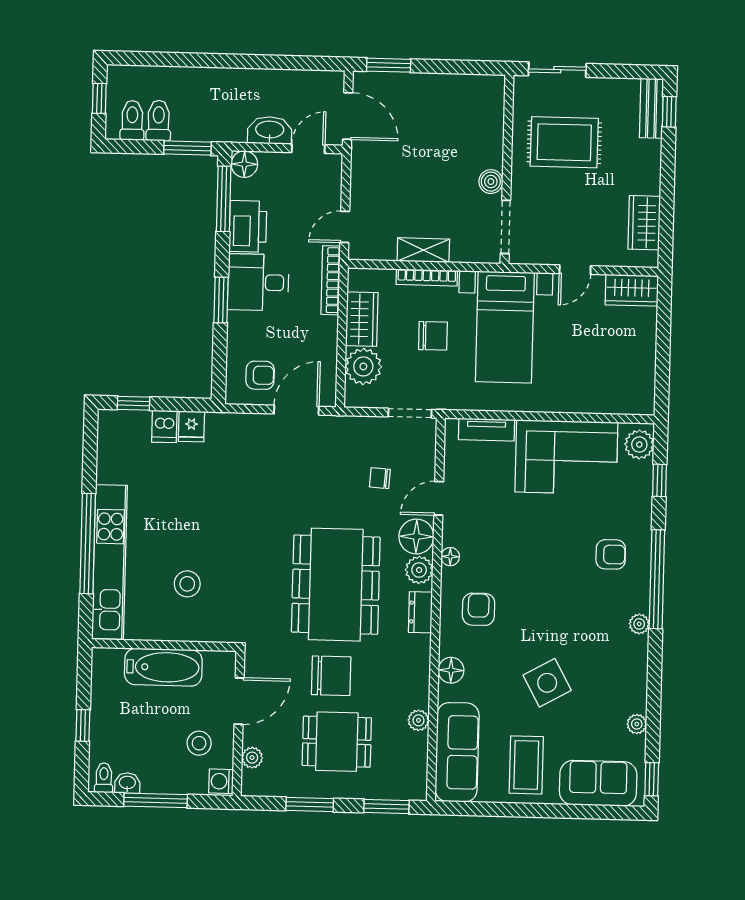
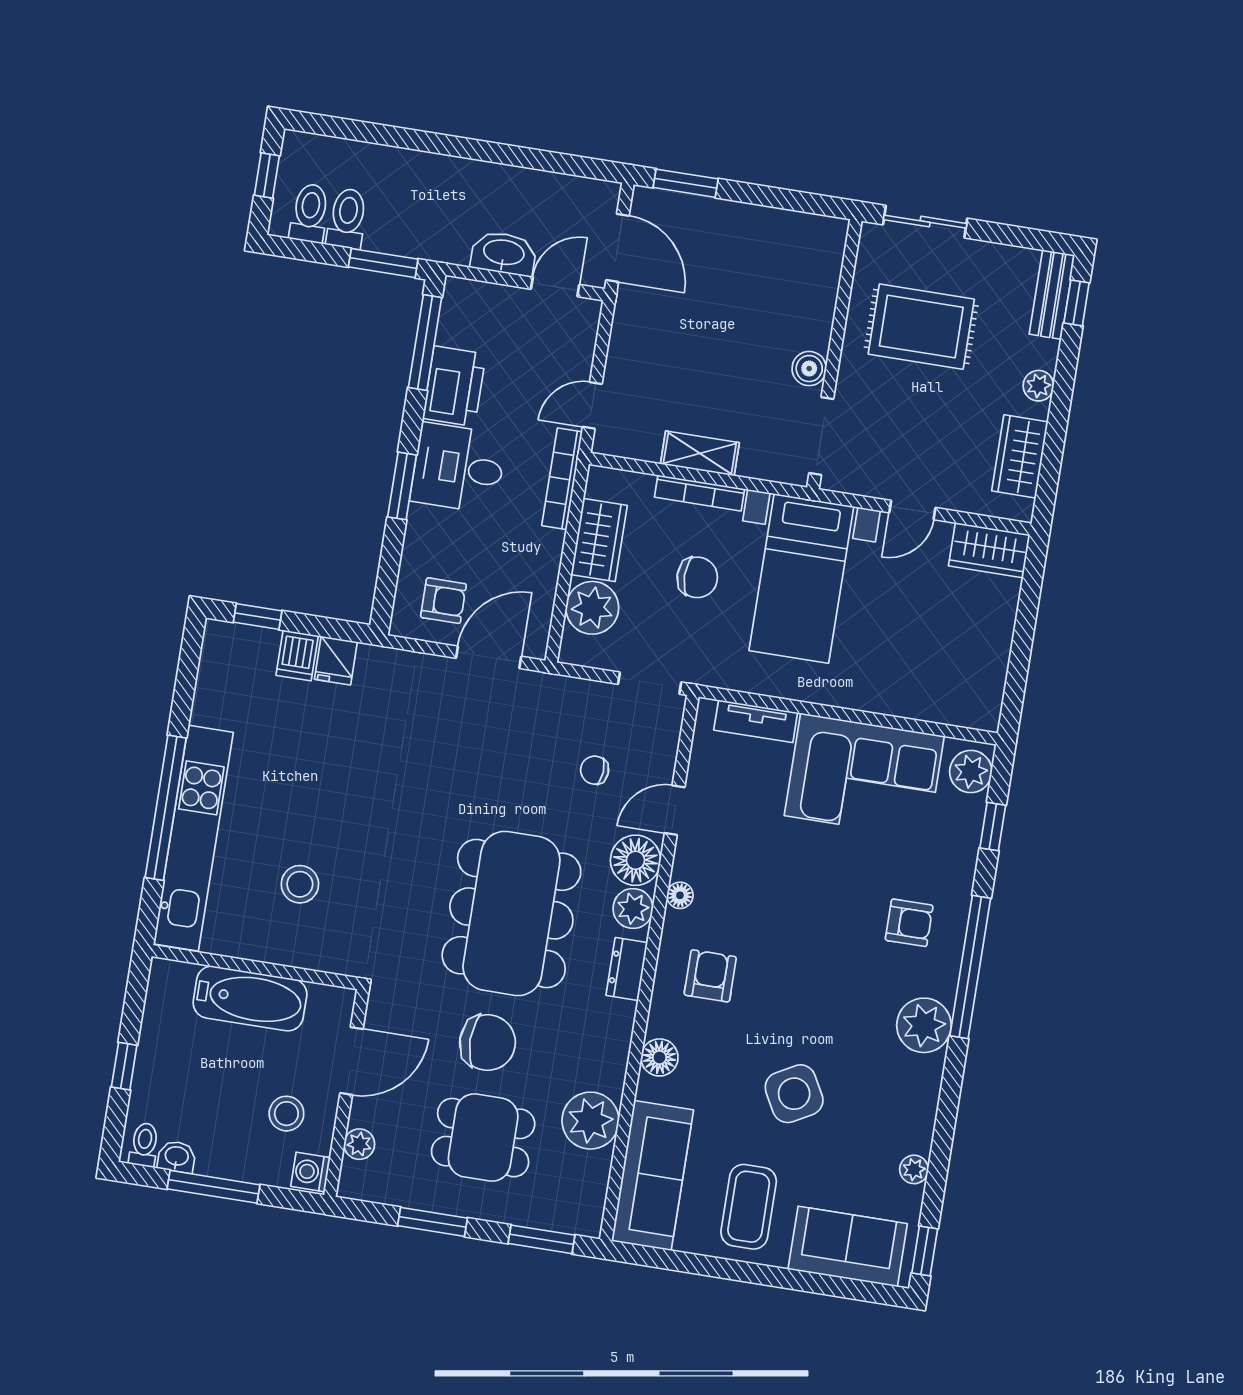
floor lamp: (244, 164) -> (461, 297), removed
plant: (650, 172) -> (1038, 386), added
plant: (639, 624) -> (924, 1025), width x1.88, depth x1.88
plant: (418, 720) -> (590, 1121), width x1.88, depth x1.88

